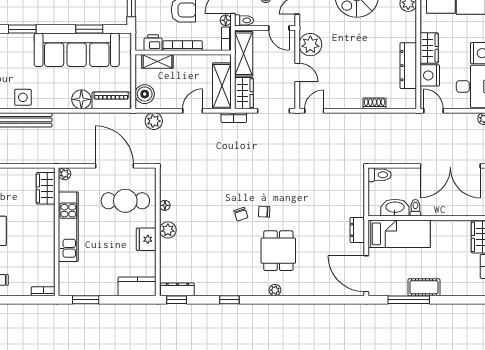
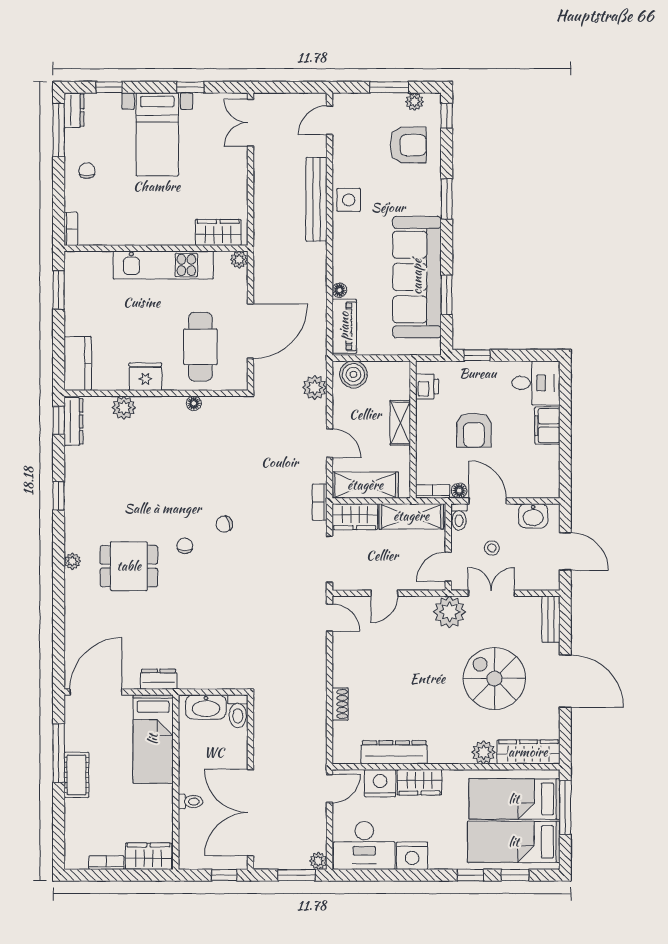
plant: (310, 45) -> (450, 612), moved
bookcase: (183, 46) -> (423, 429), removed
shelving: (157, 61) -> (400, 423), moved
floor lamp: (81, 99) -> (339, 290), width x0.53, depth x0.53
washbasin: (395, 208) -> (206, 707), moved, turned 90
toilet: (415, 208) -> (190, 802), moved
chair: (241, 214) -> (224, 524), moved
plant: (168, 230) -> (124, 408), moved

